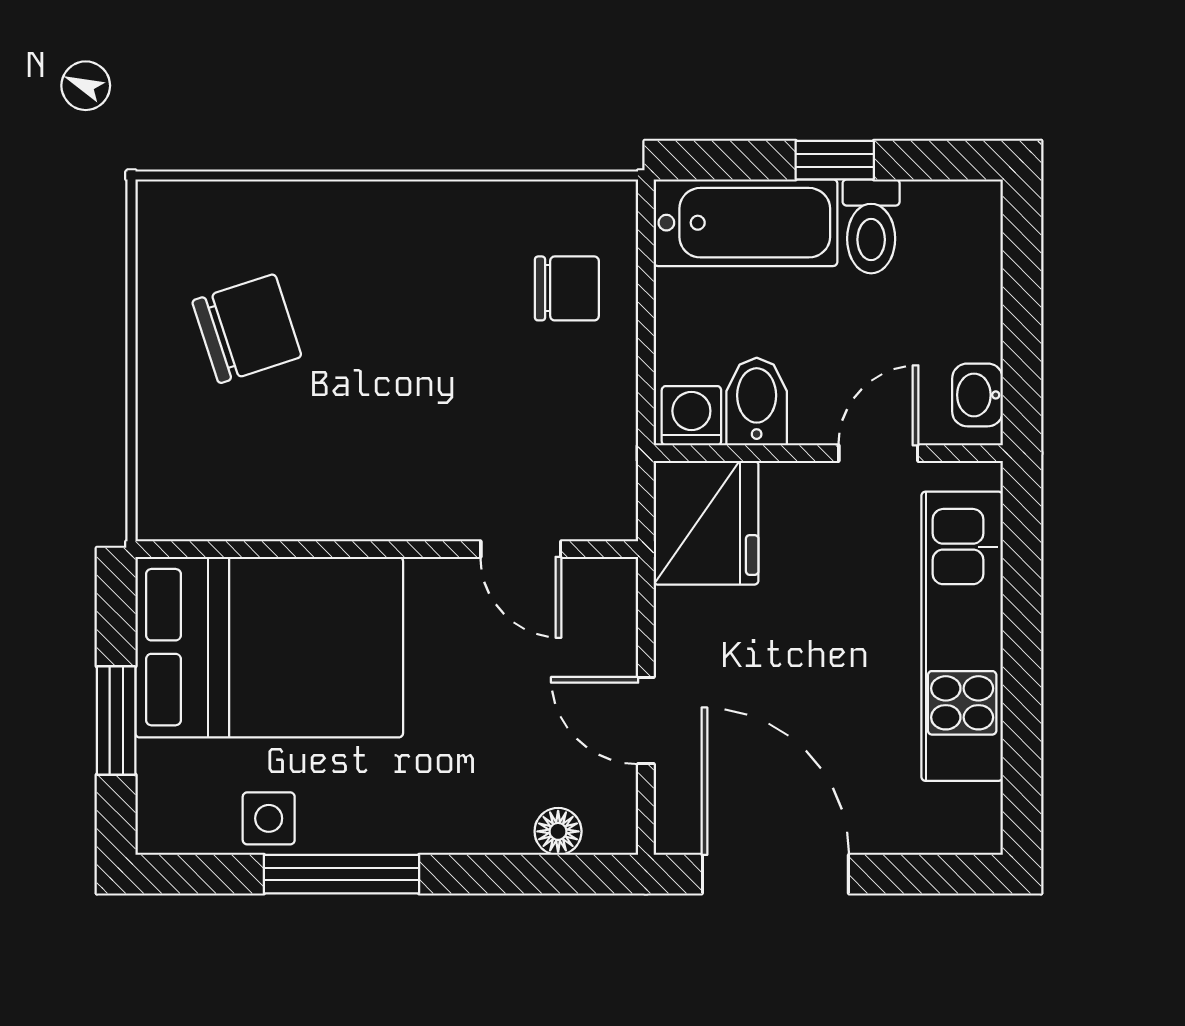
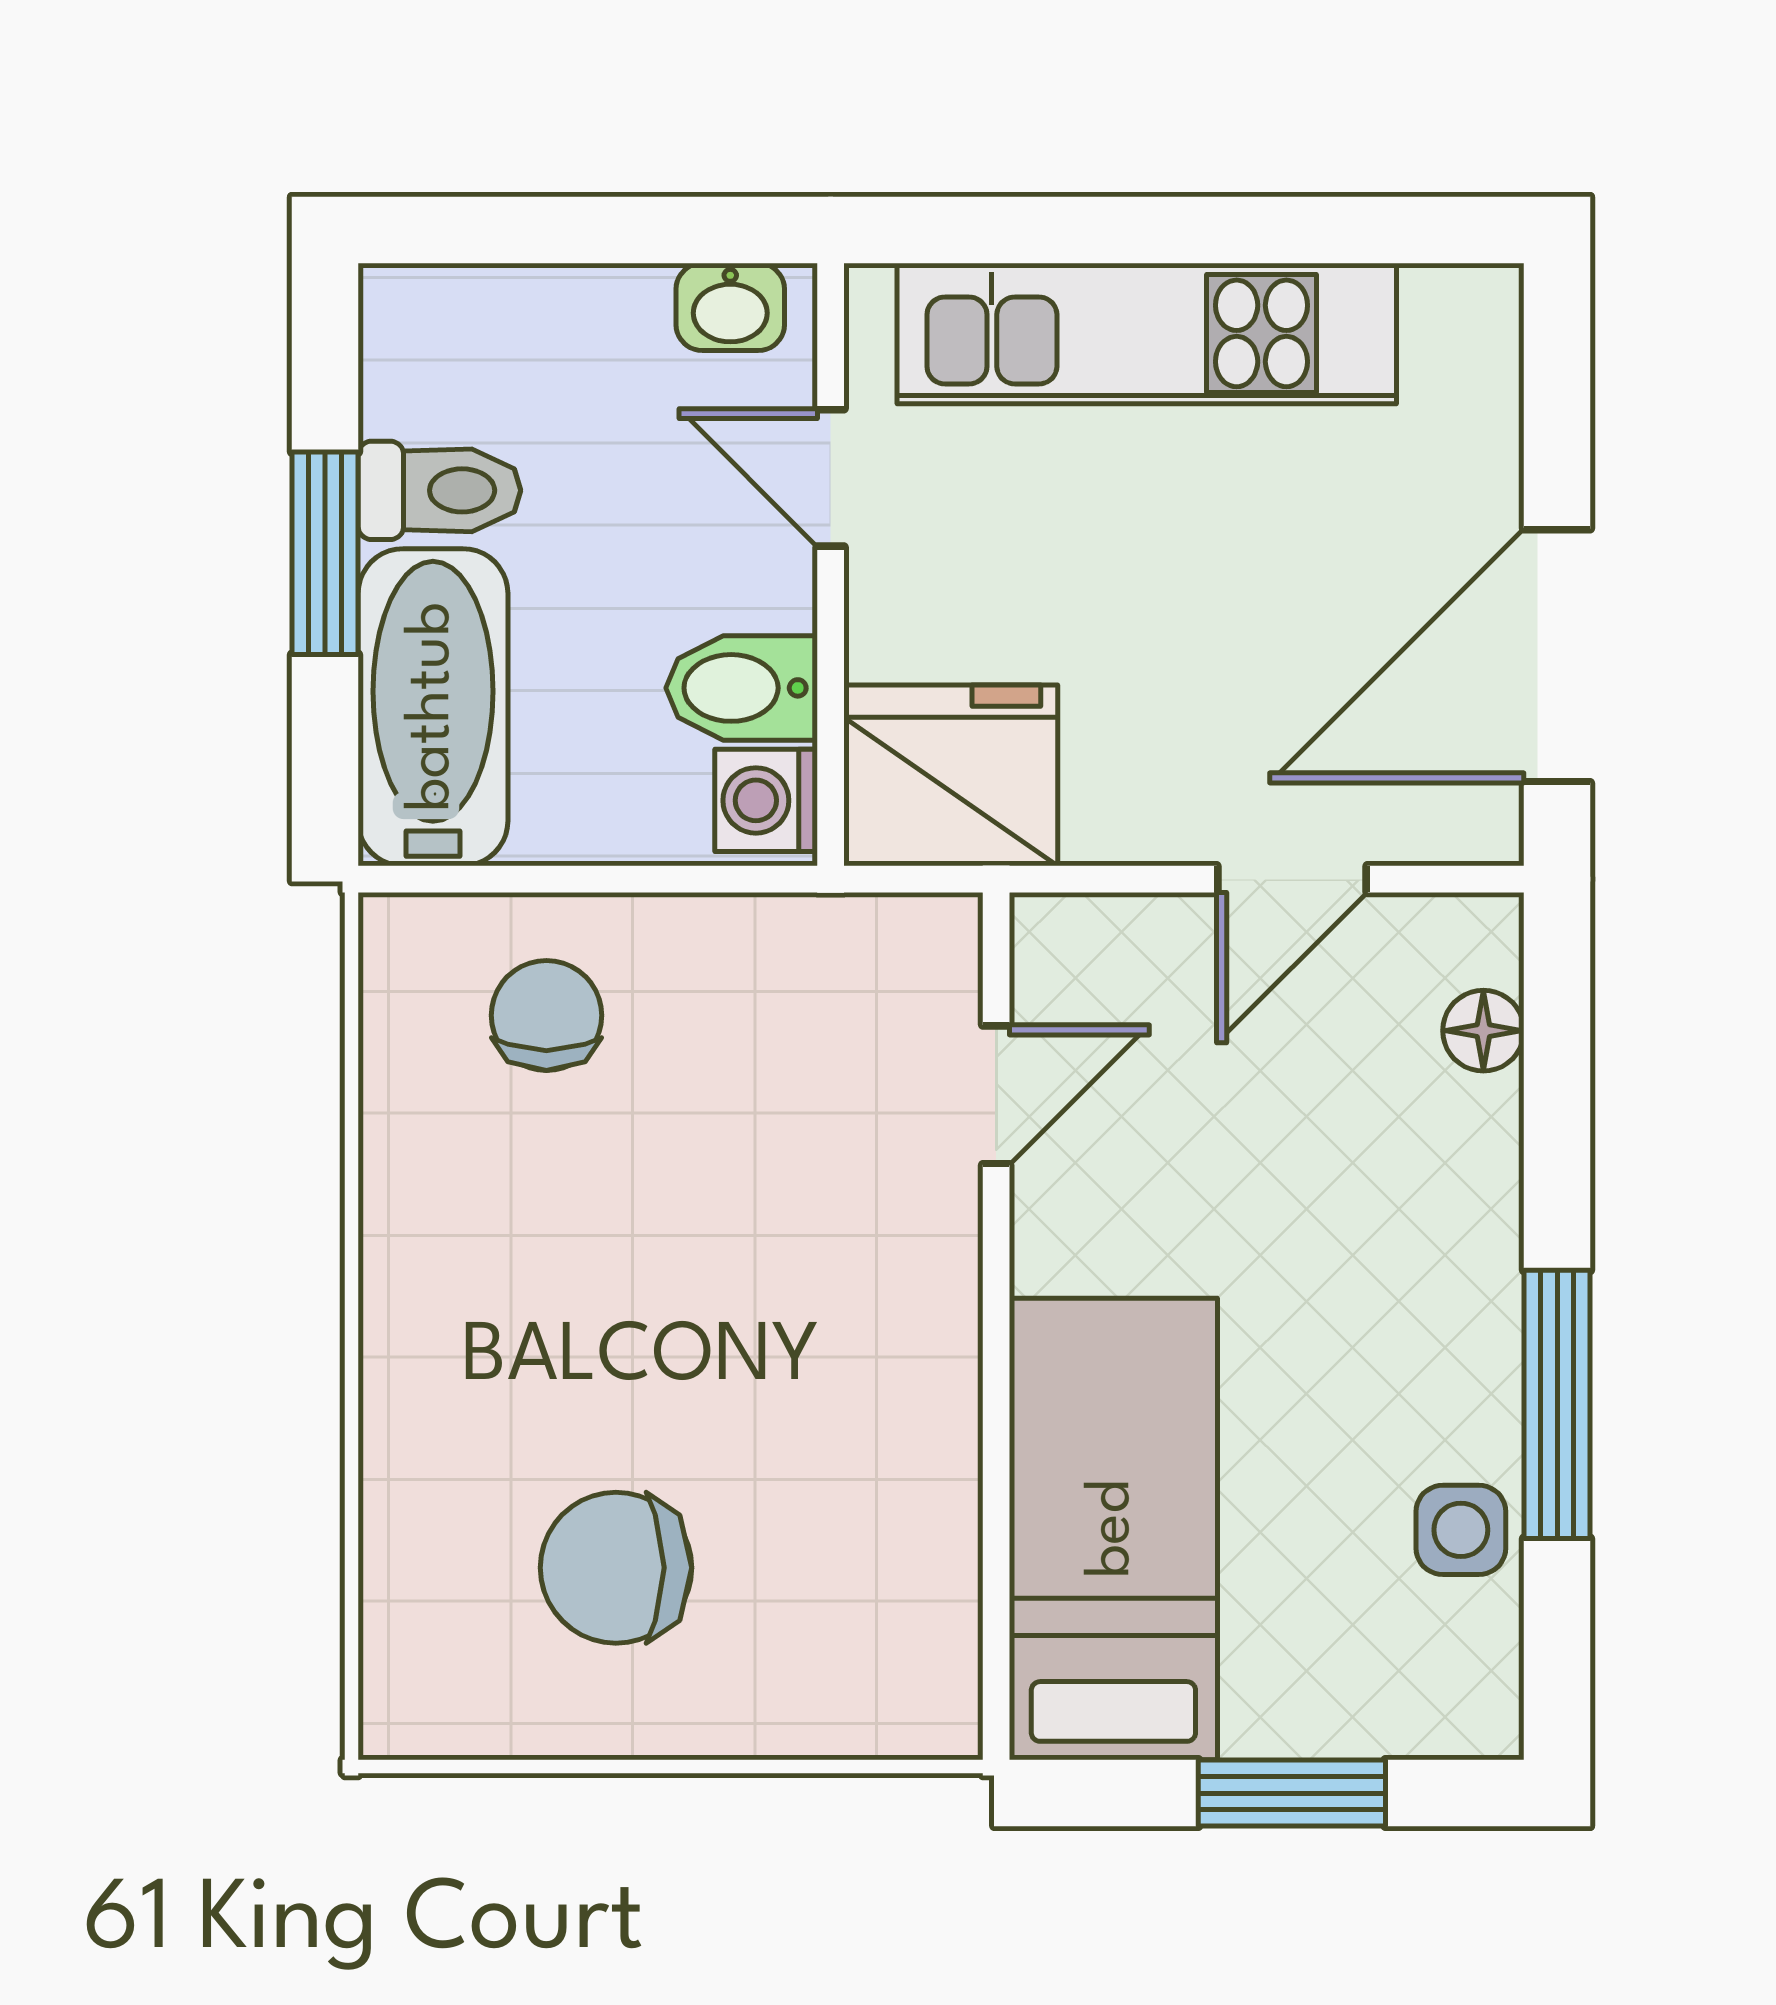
window: (835, 160) -> (325, 553), width x1.50
chair: (247, 329) -> (616, 1568), turned -72
bed: (269, 647) -> (1113, 1529), width x0.67

